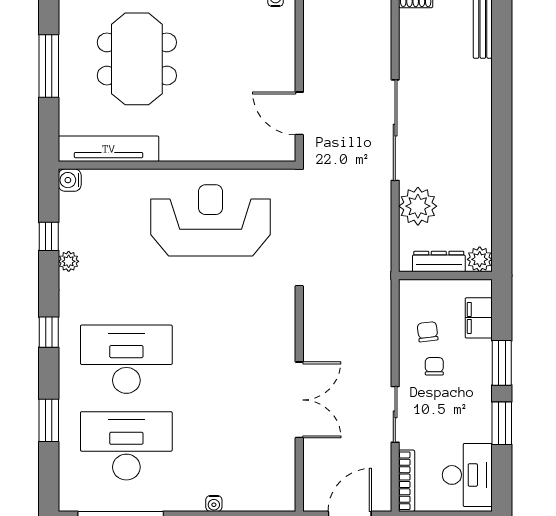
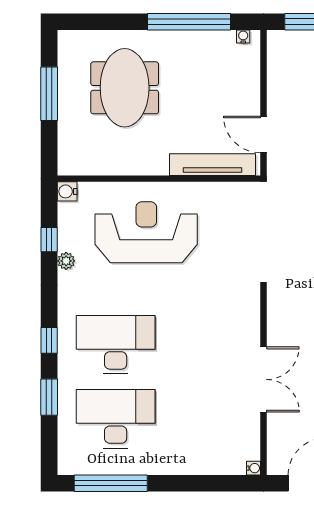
tv unit: (109, 149) -> (213, 165), moved
reception desk: (211, 220) -> (146, 232), moved
window: (49, 332) -> (49, 340), moved
water cooler: (214, 503) -> (254, 468), moved, turned -90

